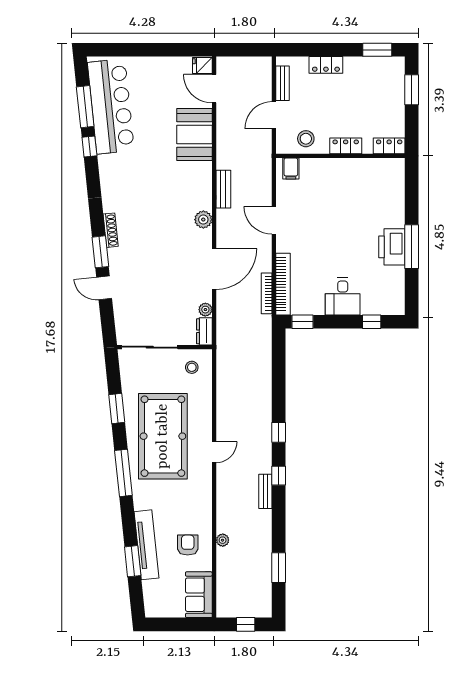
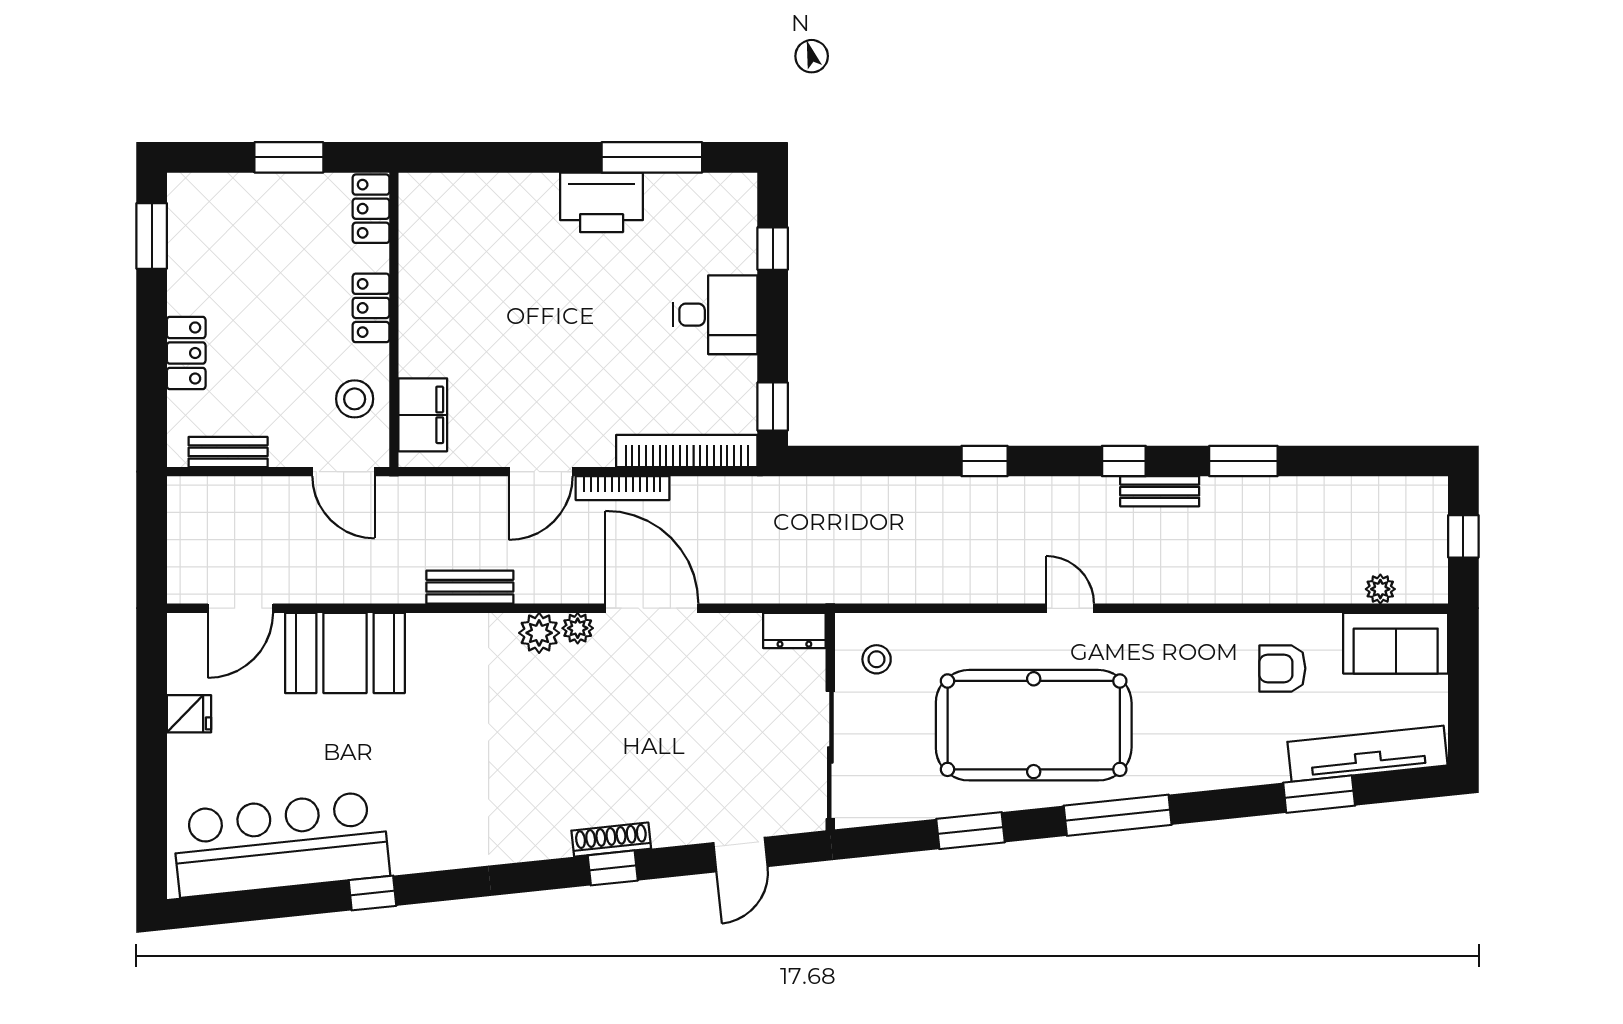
fridge: (202, 66) -> (189, 714), moved, turned -90
window: (412, 90) -> (289, 157), moved
window: (85, 107) -> (281, 903), removed
door: (274, 115) -> (344, 472), moved
filing cabinet: (291, 169) -> (423, 415), width x2.00
shoe rack: (111, 230) -> (611, 840), moved
window: (412, 247) -> (652, 157), moved
window: (100, 252) -> (613, 868), width x0.67
door: (104, 288) -> (741, 855), moved
bookcase: (267, 293) -> (622, 488), moved
plant: (205, 310) -> (578, 628), moved
window: (279, 432) -> (985, 461), moved
plant: (223, 540) -> (1380, 589), moved
tv unit: (147, 545) -> (1368, 754), moved
window: (279, 568) -> (1243, 461), moved

